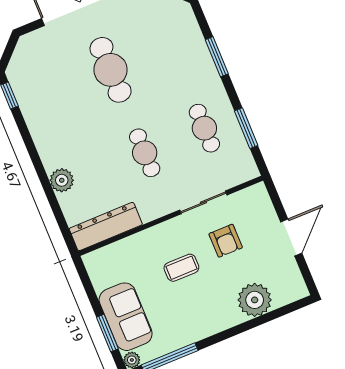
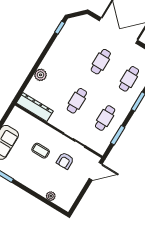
cafe table: (170, 45) -> (129, 79), added
cafe table: (111, 70) -> (101, 62), width x0.73, depth x0.74
door: (291, 237) -> (96, 171), moved
plant: (255, 300) -> (51, 196), width x0.53, depth x0.53

